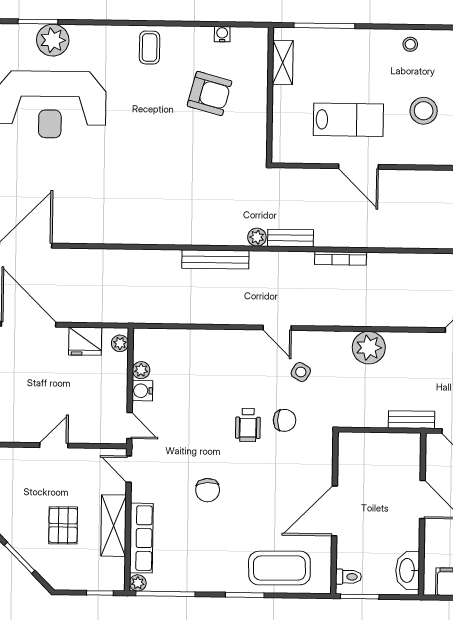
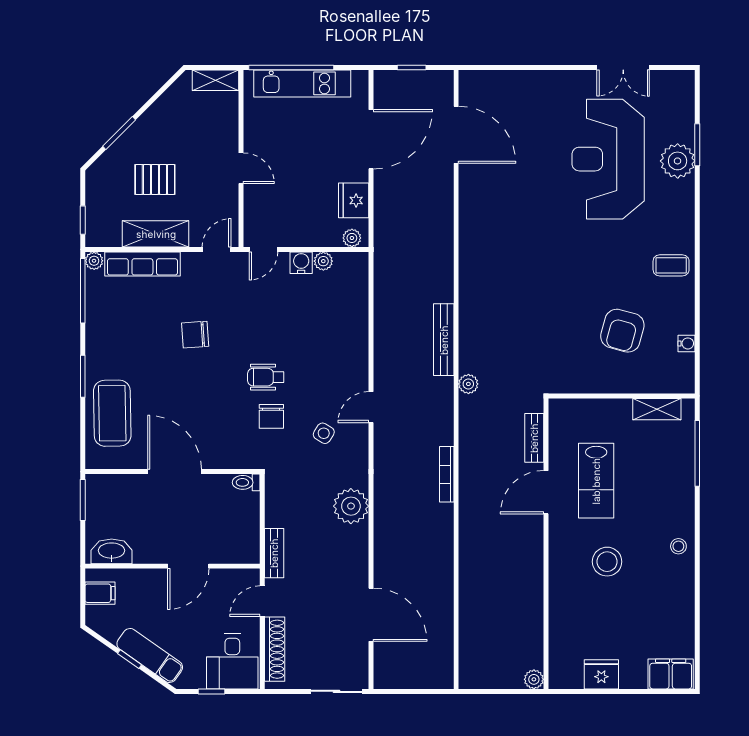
bench: (291, 238) -> (534, 438), moved
toilet: (348, 577) -> (246, 482), moved, turned 90

